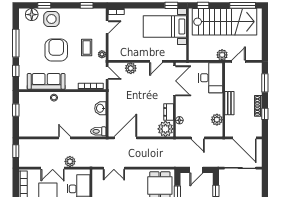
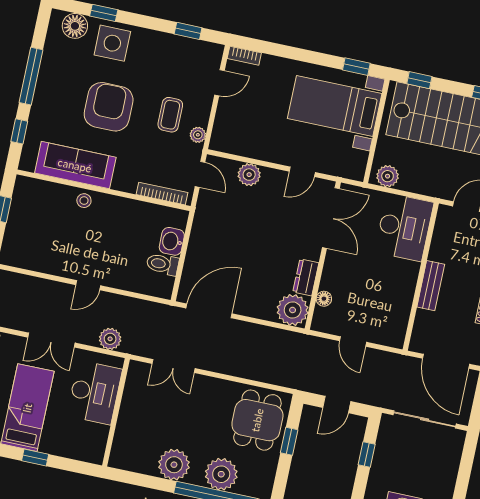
plant: (222, 55) -> (388, 176), moved
plant: (217, 120) -> (399, 313), removed
toilet: (98, 131) -> (163, 264), moved
door: (65, 138) -> (88, 285), swing flipped
plant: (70, 161) -> (110, 339), moved

